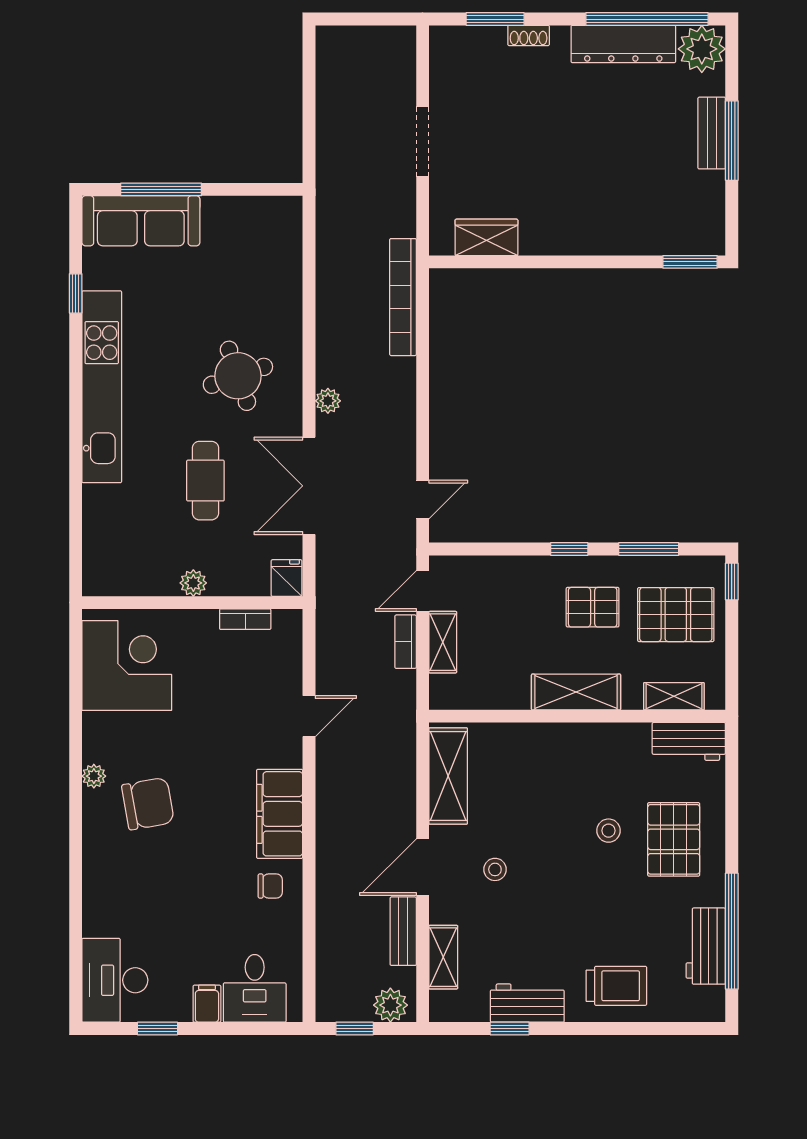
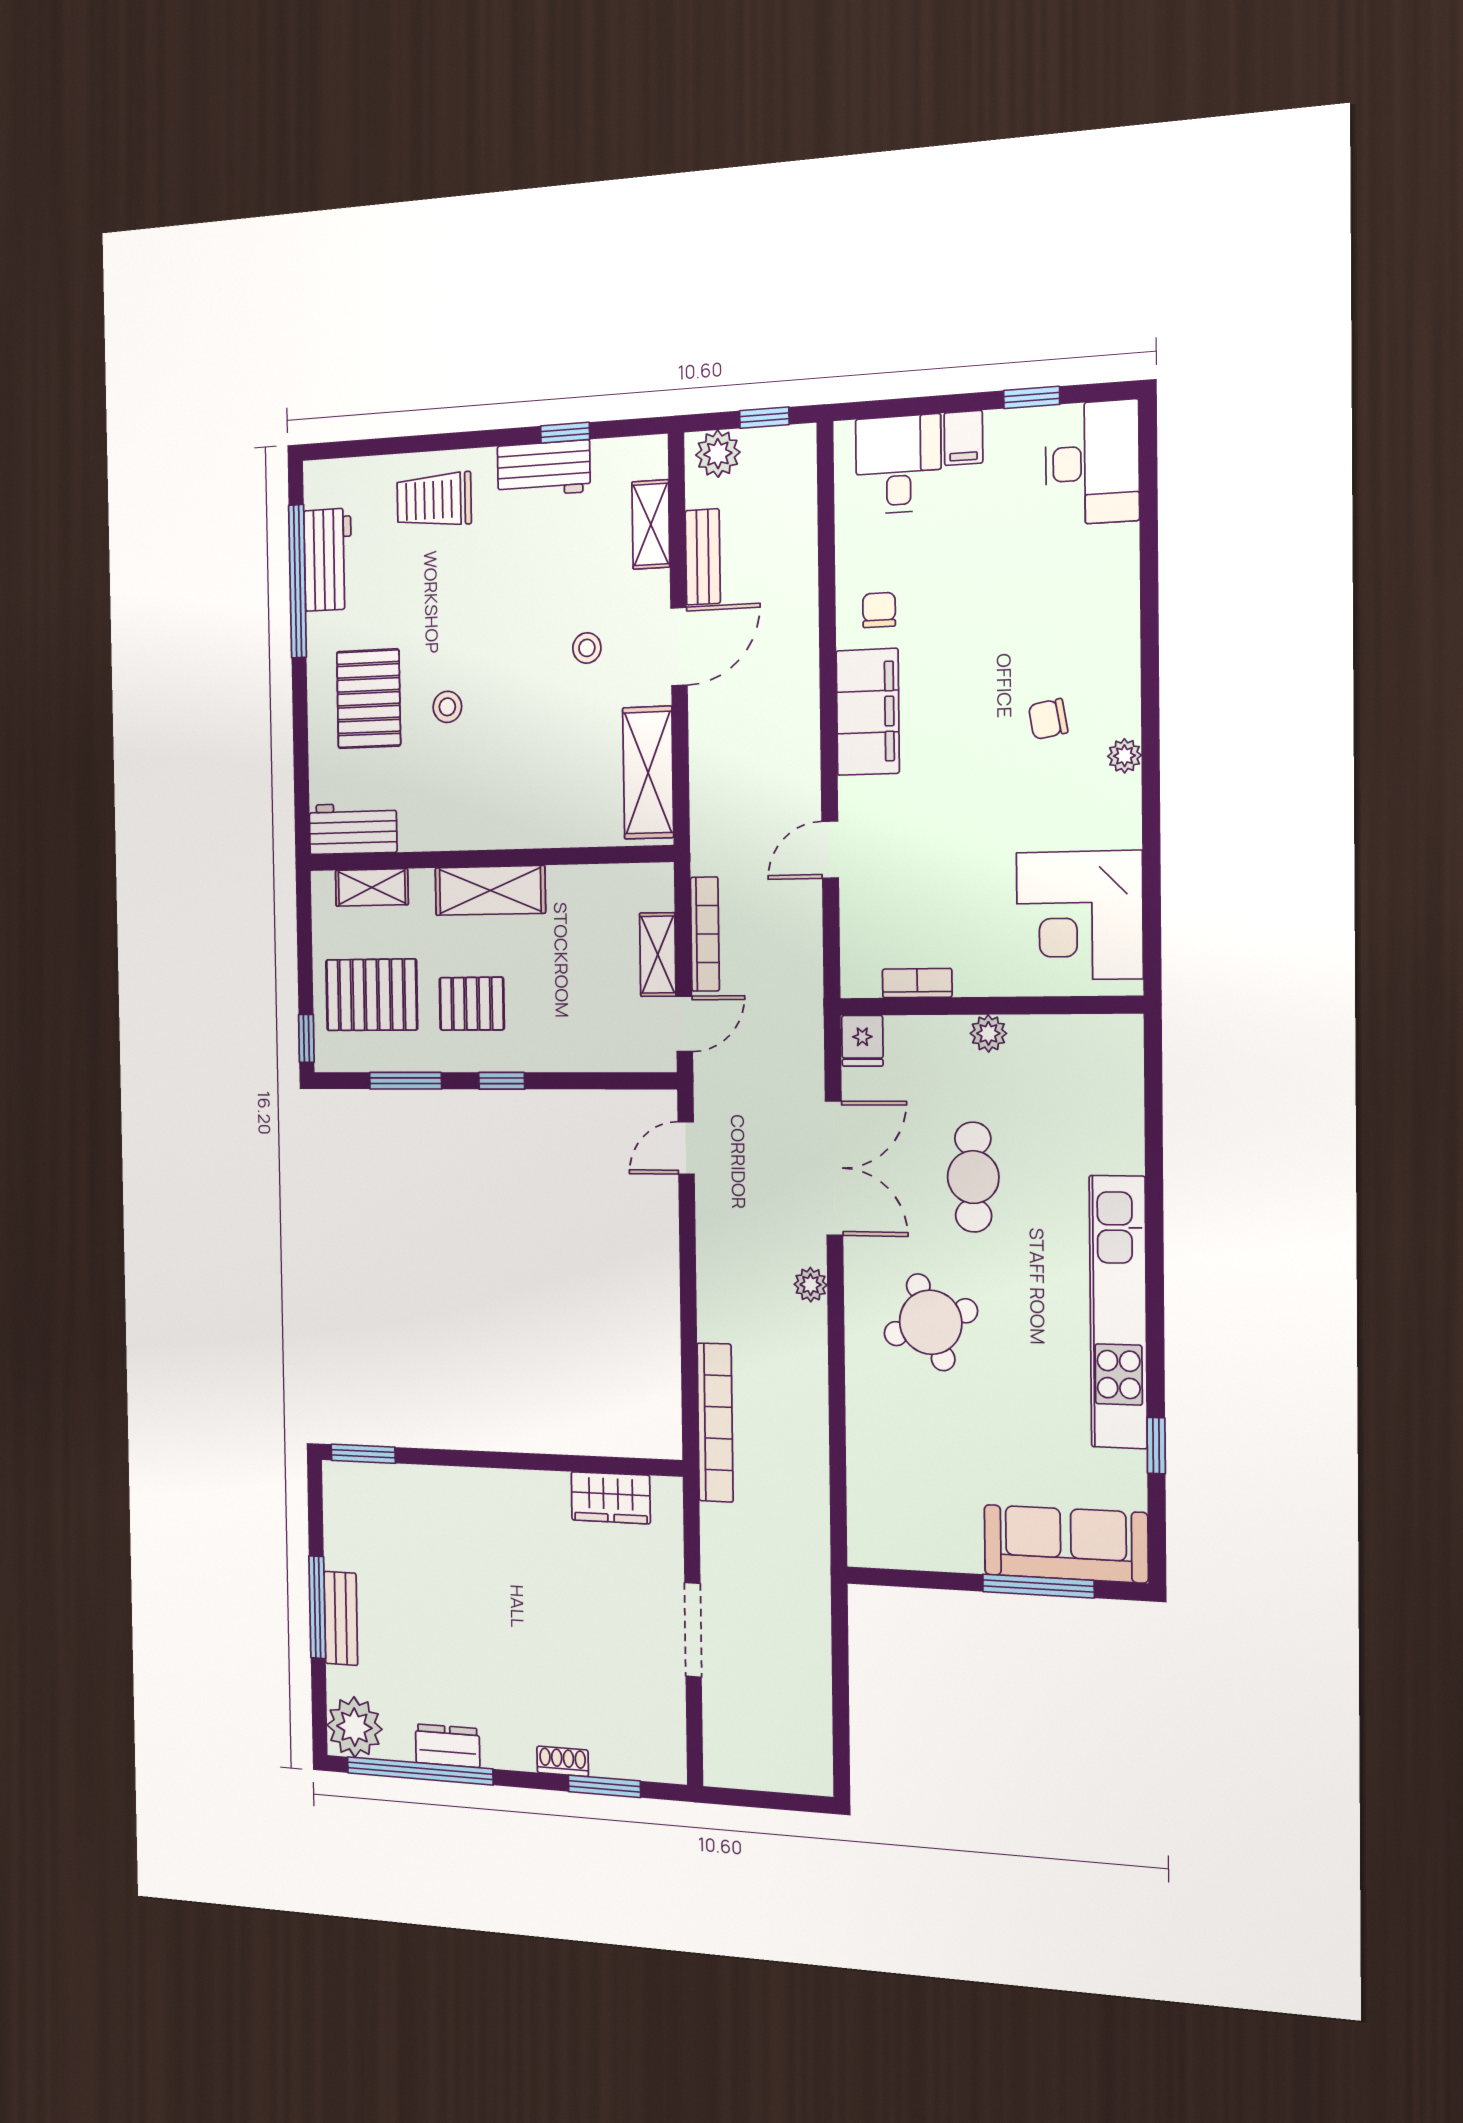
dresser: (623, 44) -> (448, 1746), width x0.51, depth x0.80
bookcase: (406, 642) -> (705, 934), width x1.56
chair: (148, 804) -> (1048, 719), width x0.54, depth x0.54
chair: (270, 886) -> (879, 610), turned 90

